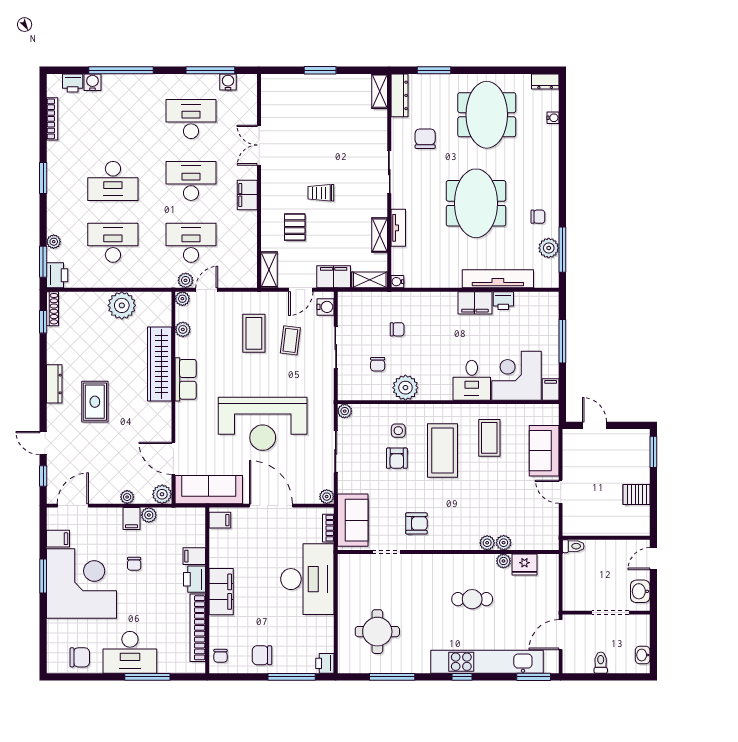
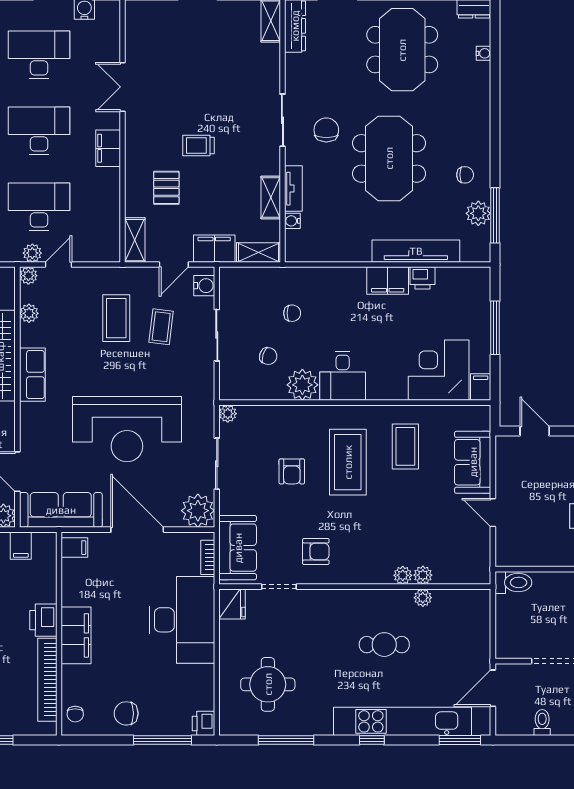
chair: (425, 139) -> (326, 130), moved
water cooler: (397, 282) -> (292, 221), moved
chair: (378, 364) -> (268, 356), turned -73
desk: (472, 380) -> (343, 376), moved
side table: (398, 431) -> (294, 438), removed
plant: (327, 497) -> (198, 511), width x1.87, depth x1.87
toilet: (573, 546) -> (513, 582), width x1.37, depth x1.39
filing cabinet: (194, 556) -> (21, 546), moved, turned -90
fridge: (524, 564) -> (232, 604), moved, turned -90

